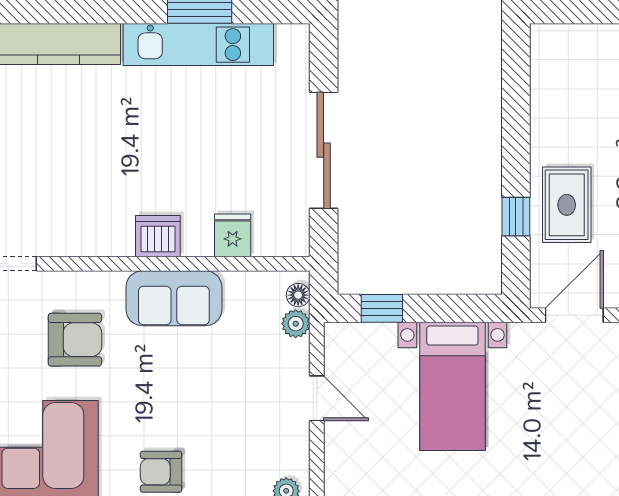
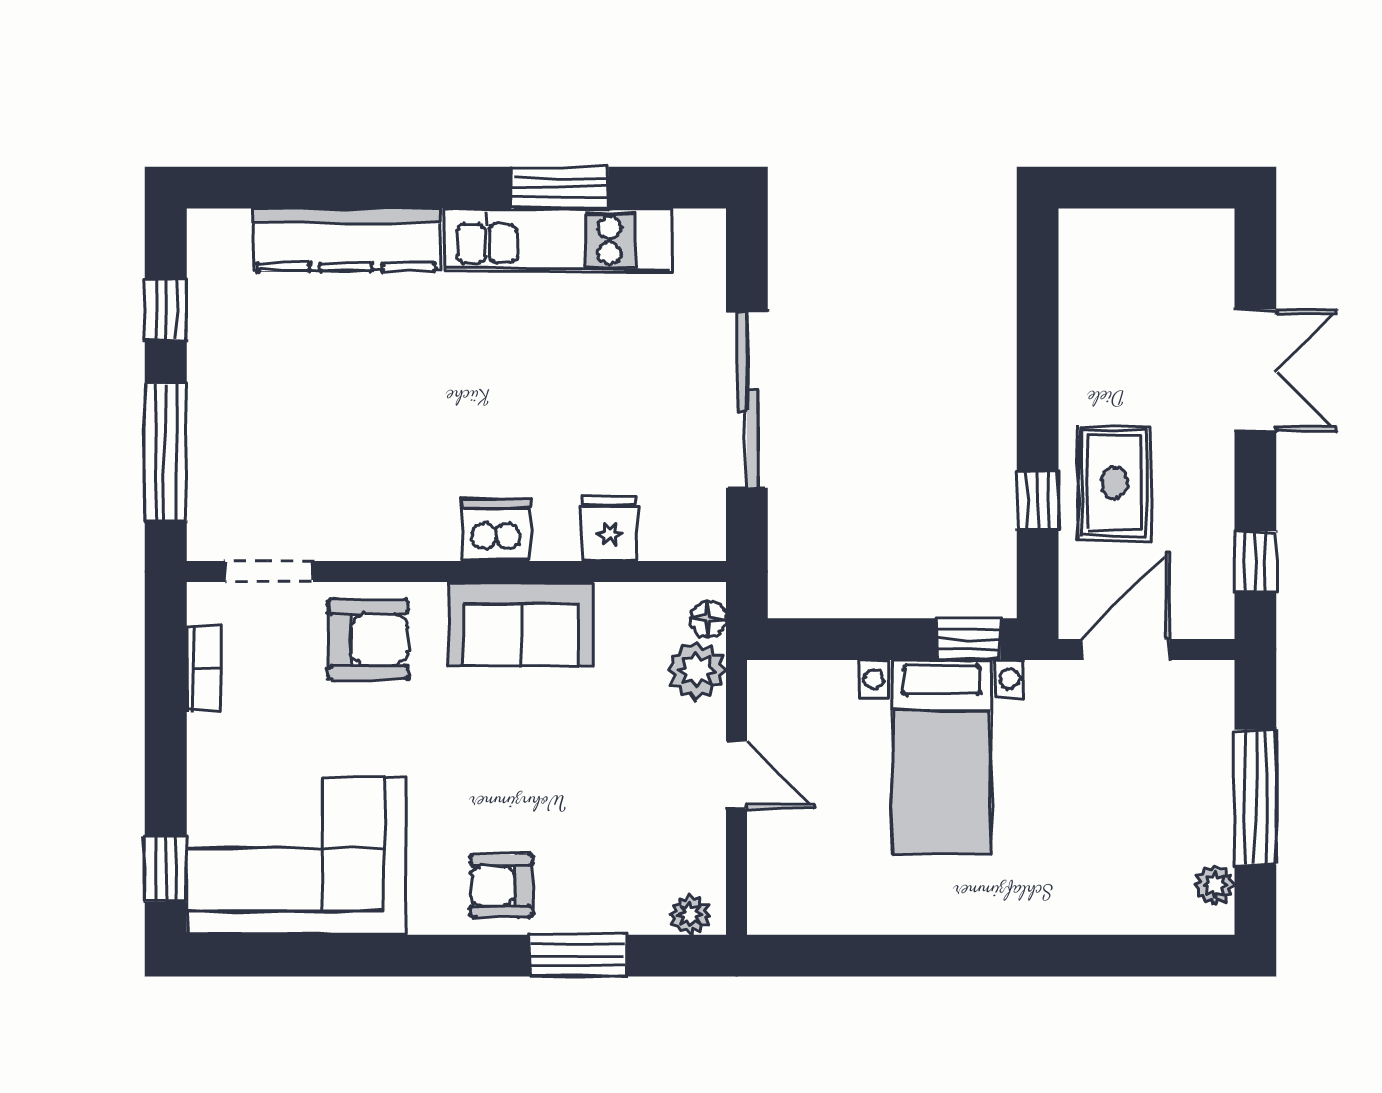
window: (382, 308) -> (969, 639), moved
plant: (296, 324) -> (697, 670), width x1.38, depth x1.38
armchair: (75, 340) -> (368, 640), moved

